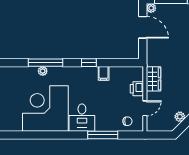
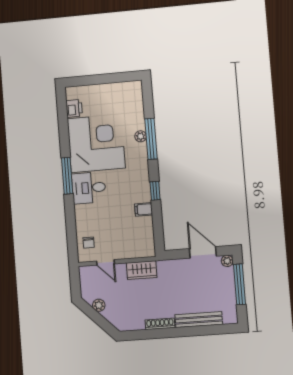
door: (143, 27) -> (203, 252), swing flipped
printer: (137, 89) -> (74, 108), moved, turned 90
window: (103, 135) -> (67, 176), moved

